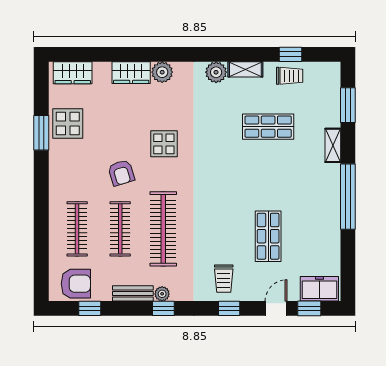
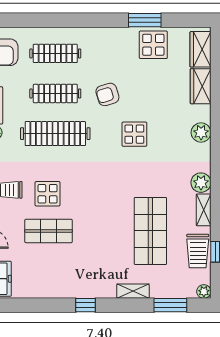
plant: (333, 69) -> (204, 292), added
wardrobe: (131, 73) -> (201, 86), moved
trolley: (290, 76) -> (198, 251), width x1.36, depth x1.39
shop shelf: (268, 127) -> (150, 231), width x1.43, depth x1.36
window: (348, 197) -> (85, 305), width x0.32
display table: (228, 237) -> (48, 194), added

